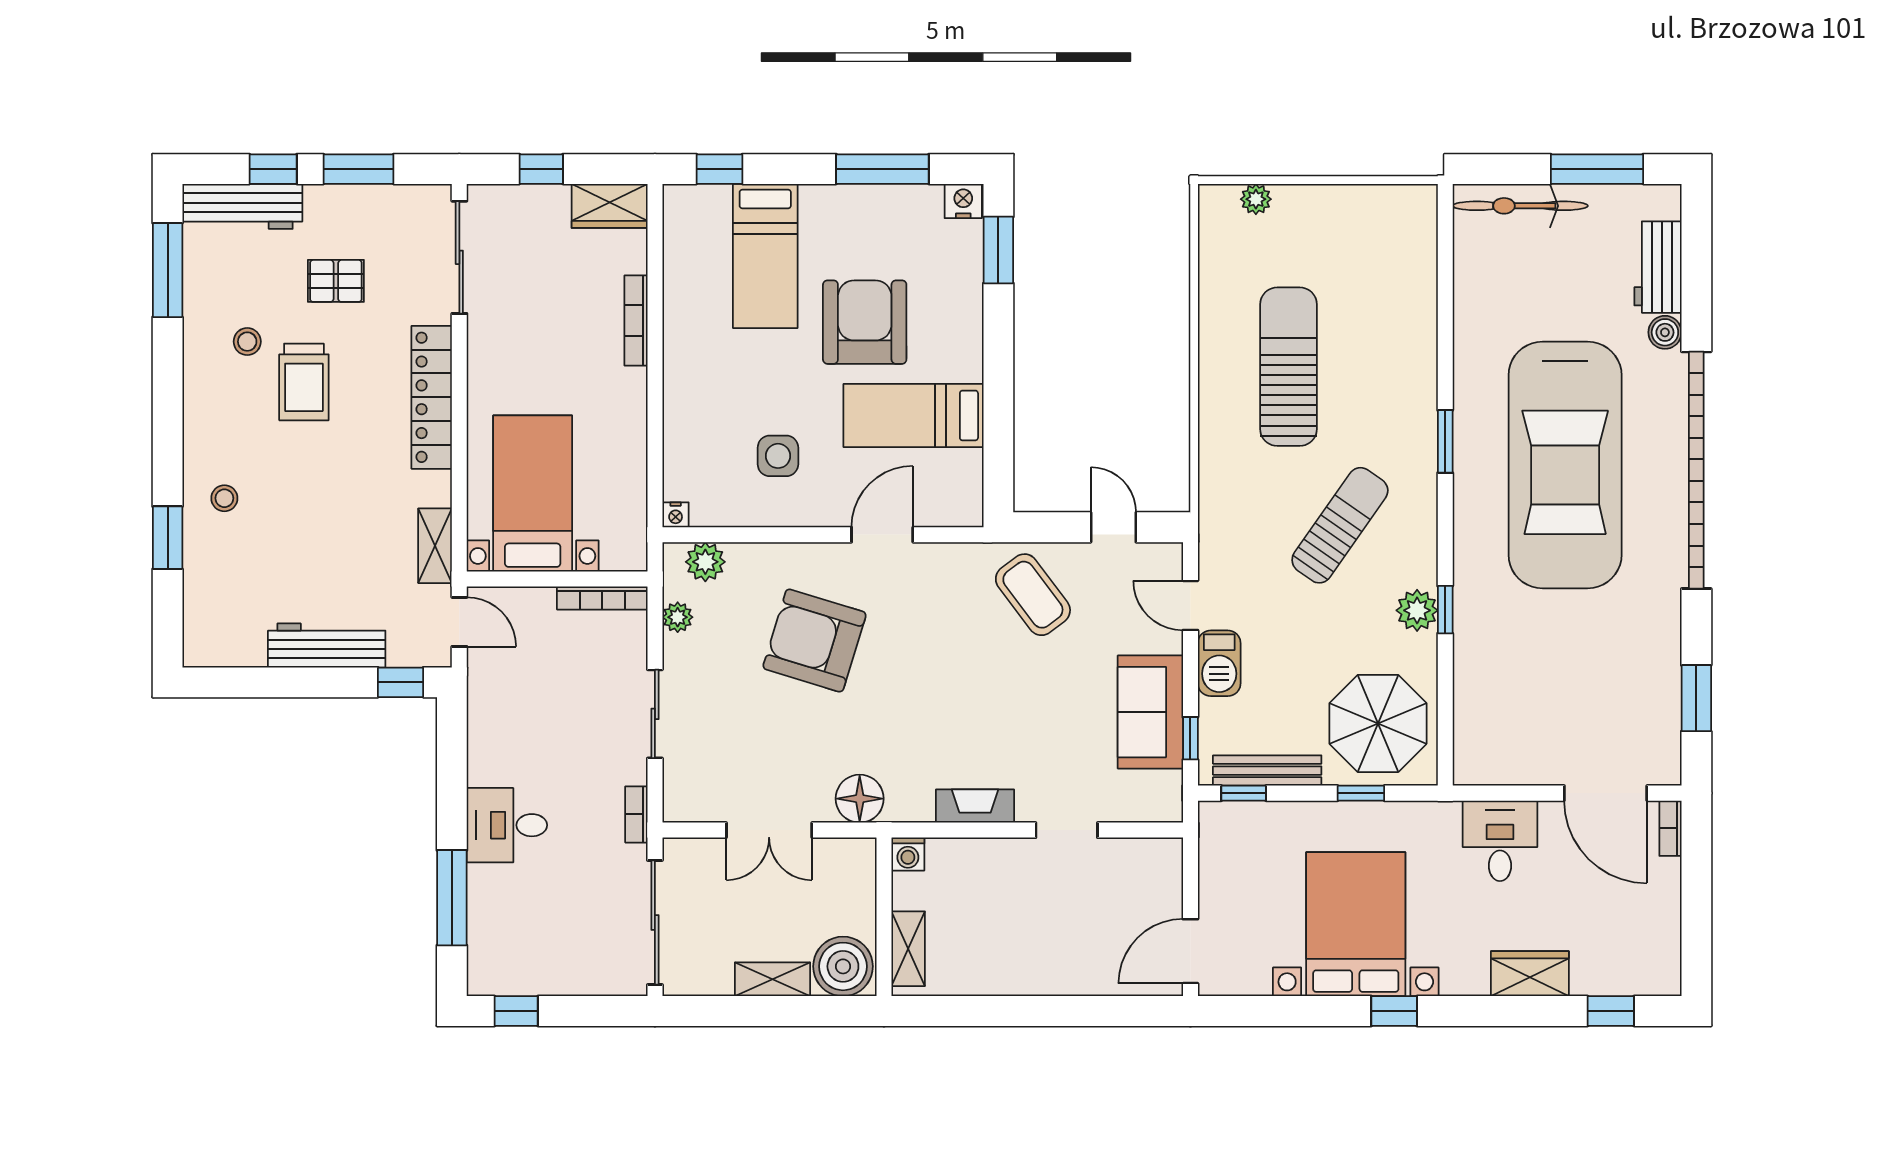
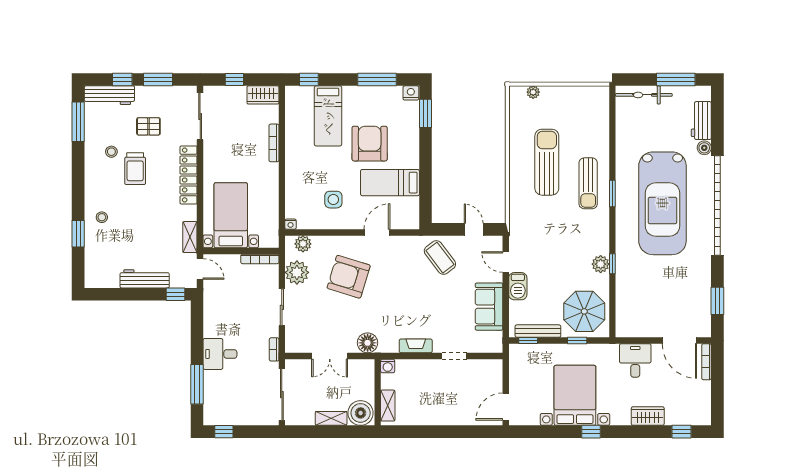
sun lounger: (1340, 525) -> (588, 183), moved, turned 145
plant: (678, 617) -> (297, 272), width x1.88, depth x1.88
window: (1190, 738) -> (506, 318), removed
bookcase: (1670, 828) -> (707, 362), width x1.56

